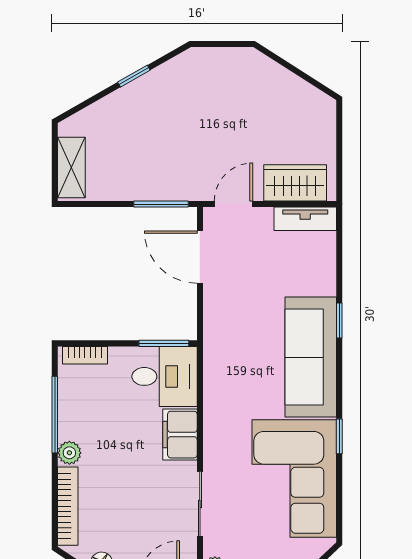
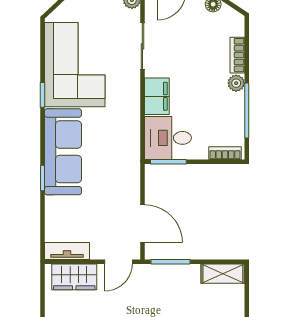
shelving: (71, 168) -> (223, 274), moved, turned 90
bookcase: (68, 506) -> (237, 55), width x0.64

